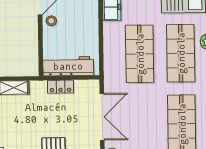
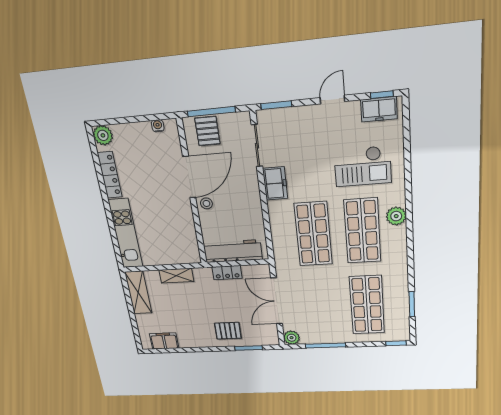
double door: (102, 117) -> (277, 301), swing flipped

